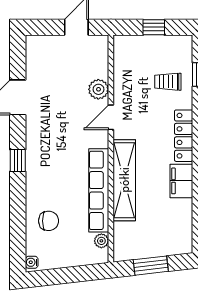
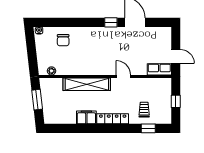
plant: (98, 89) -> (140, 69), removed
window: (18, 161) -> (111, 22), moved
row of seats: (99, 190) -> (159, 69), moved, width x0.50

